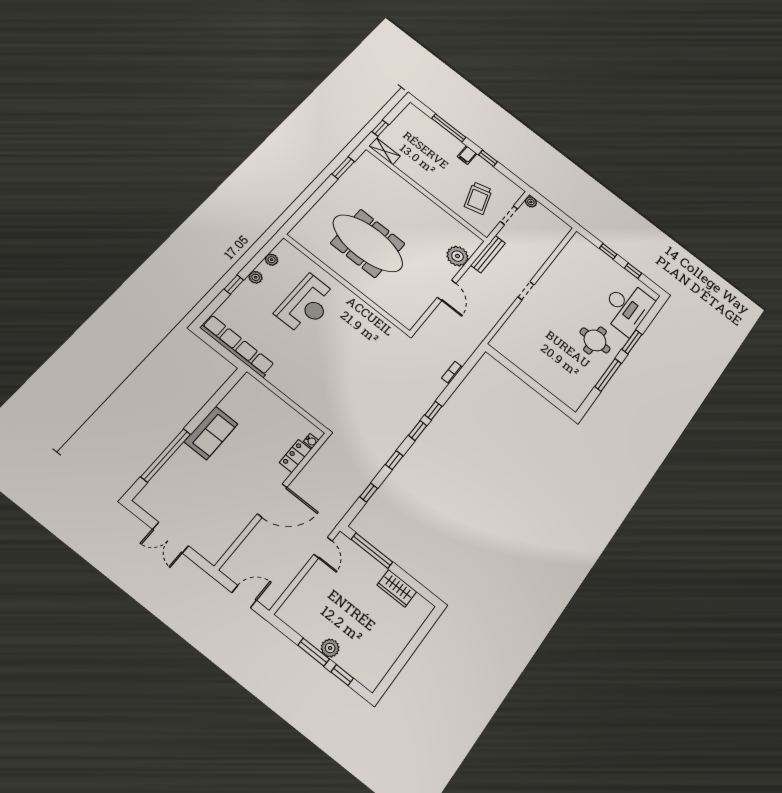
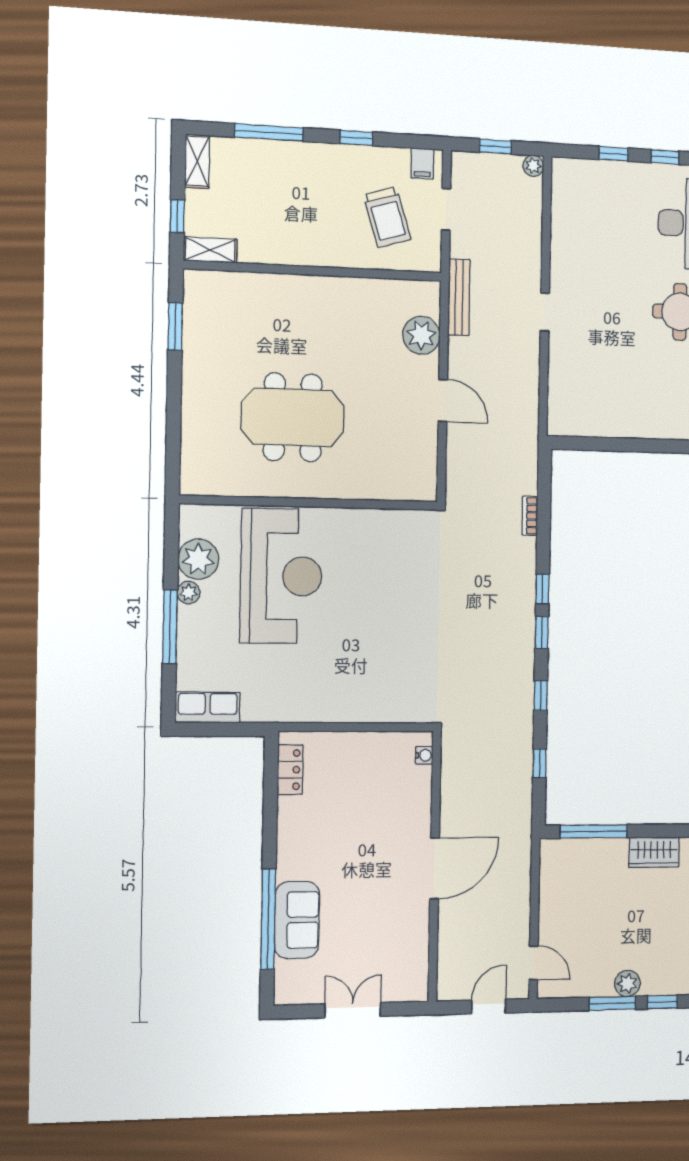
shelving: (407, 115) -> (197, 161), added
filing cabinet: (467, 155) -> (422, 164), moved
plant: (531, 202) -> (533, 166), moved
window: (552, 208) -> (495, 146), added
meeting table: (368, 243) -> (293, 417), width x0.73
plant: (272, 260) -> (198, 559), width x1.88, depth x1.88
window: (234, 285) -> (170, 627), width x2.17
reception desk: (306, 305) -> (281, 576), width x1.36, depth x1.30
row of seats: (237, 346) -> (208, 707), width x0.50
sofa: (211, 433) -> (297, 920), moved
locker: (295, 456) -> (290, 770), moved, turned 180
double door: (170, 538) -> (353, 1010), swing flipped
door: (323, 548) -> (534, 963), moved

